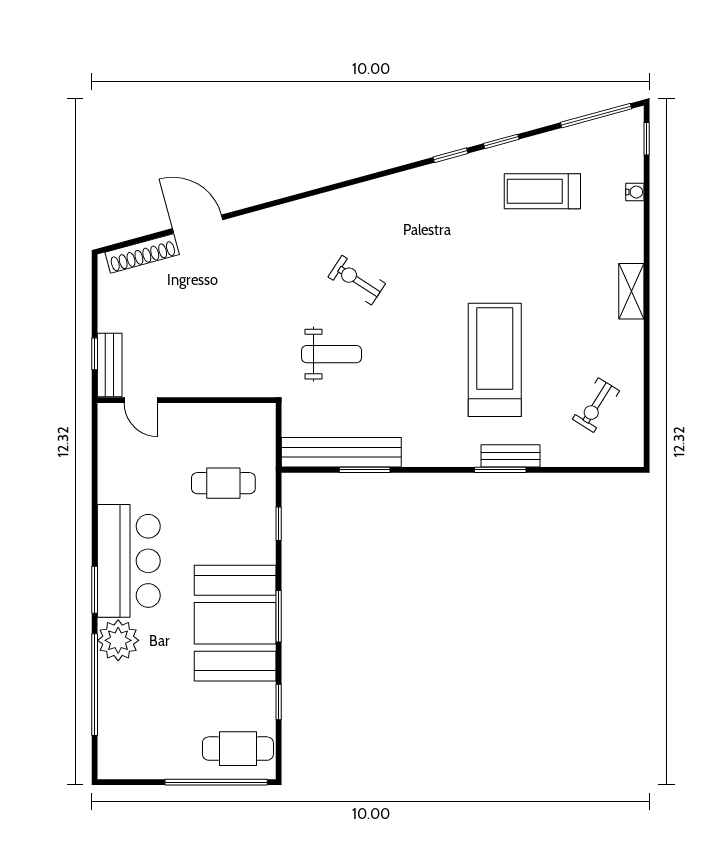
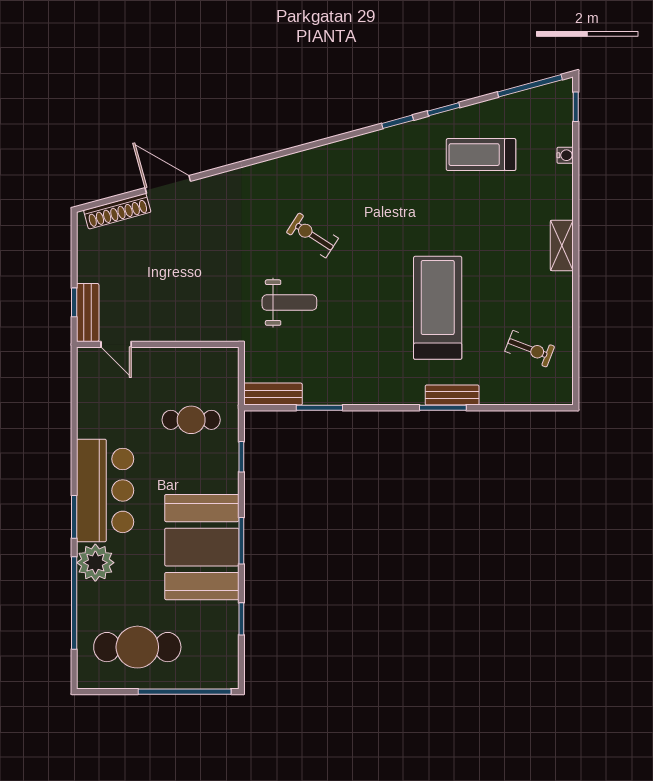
exercise bike: (596, 405) -> (530, 349), turned -101
bench: (341, 452) -> (273, 394), width x0.54, depth x0.82
cafe table: (238, 749) -> (137, 647), moved, width x1.37, depth x1.35

